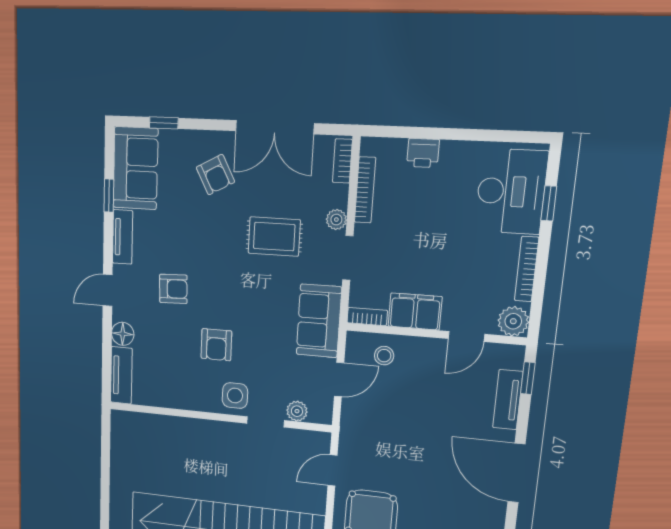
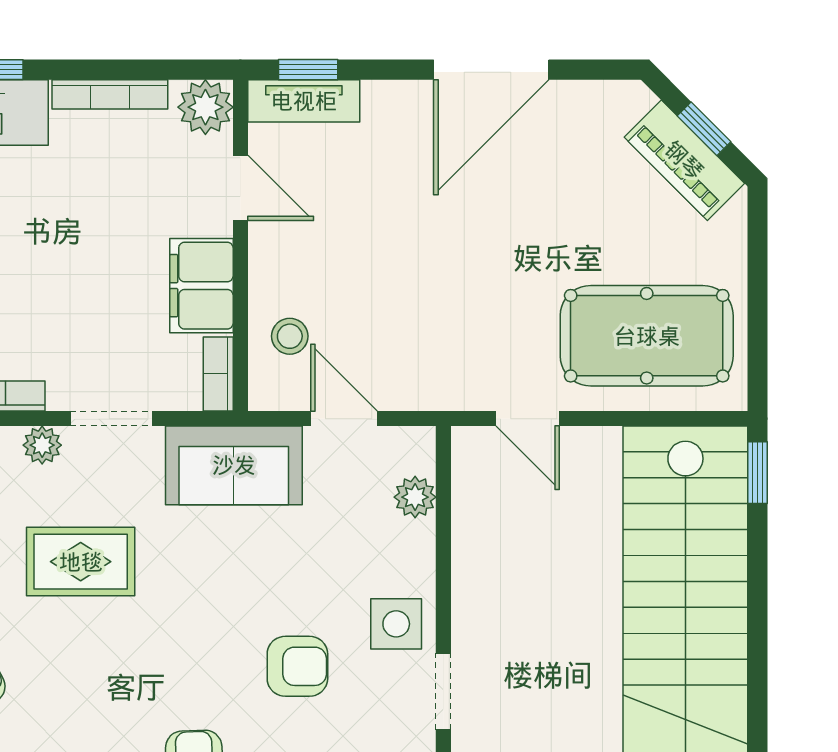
rug: (274, 237) -> (81, 562), turned 90
tv unit: (508, 400) -> (304, 101), moved
doorway: (266, 422) -> (443, 691), moved

